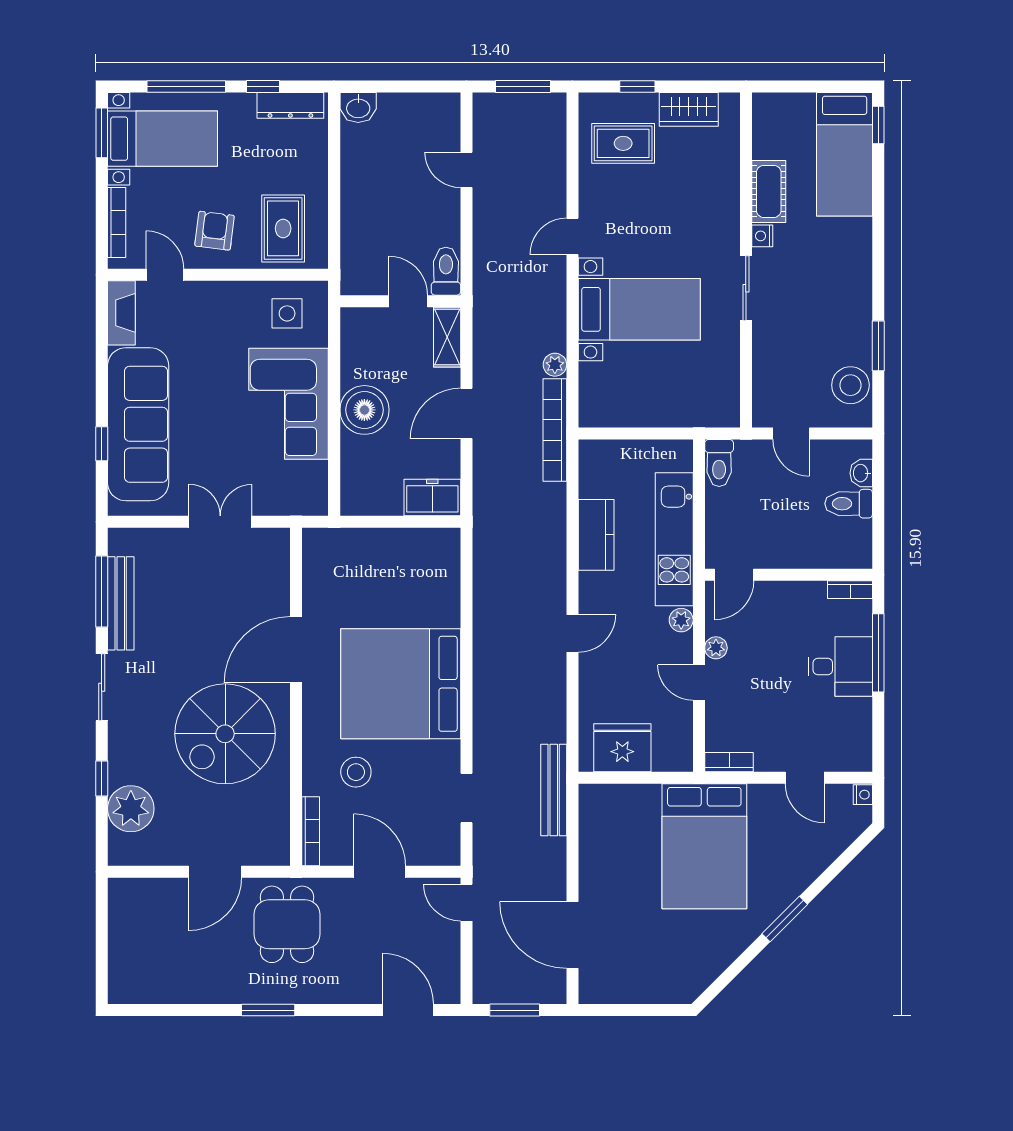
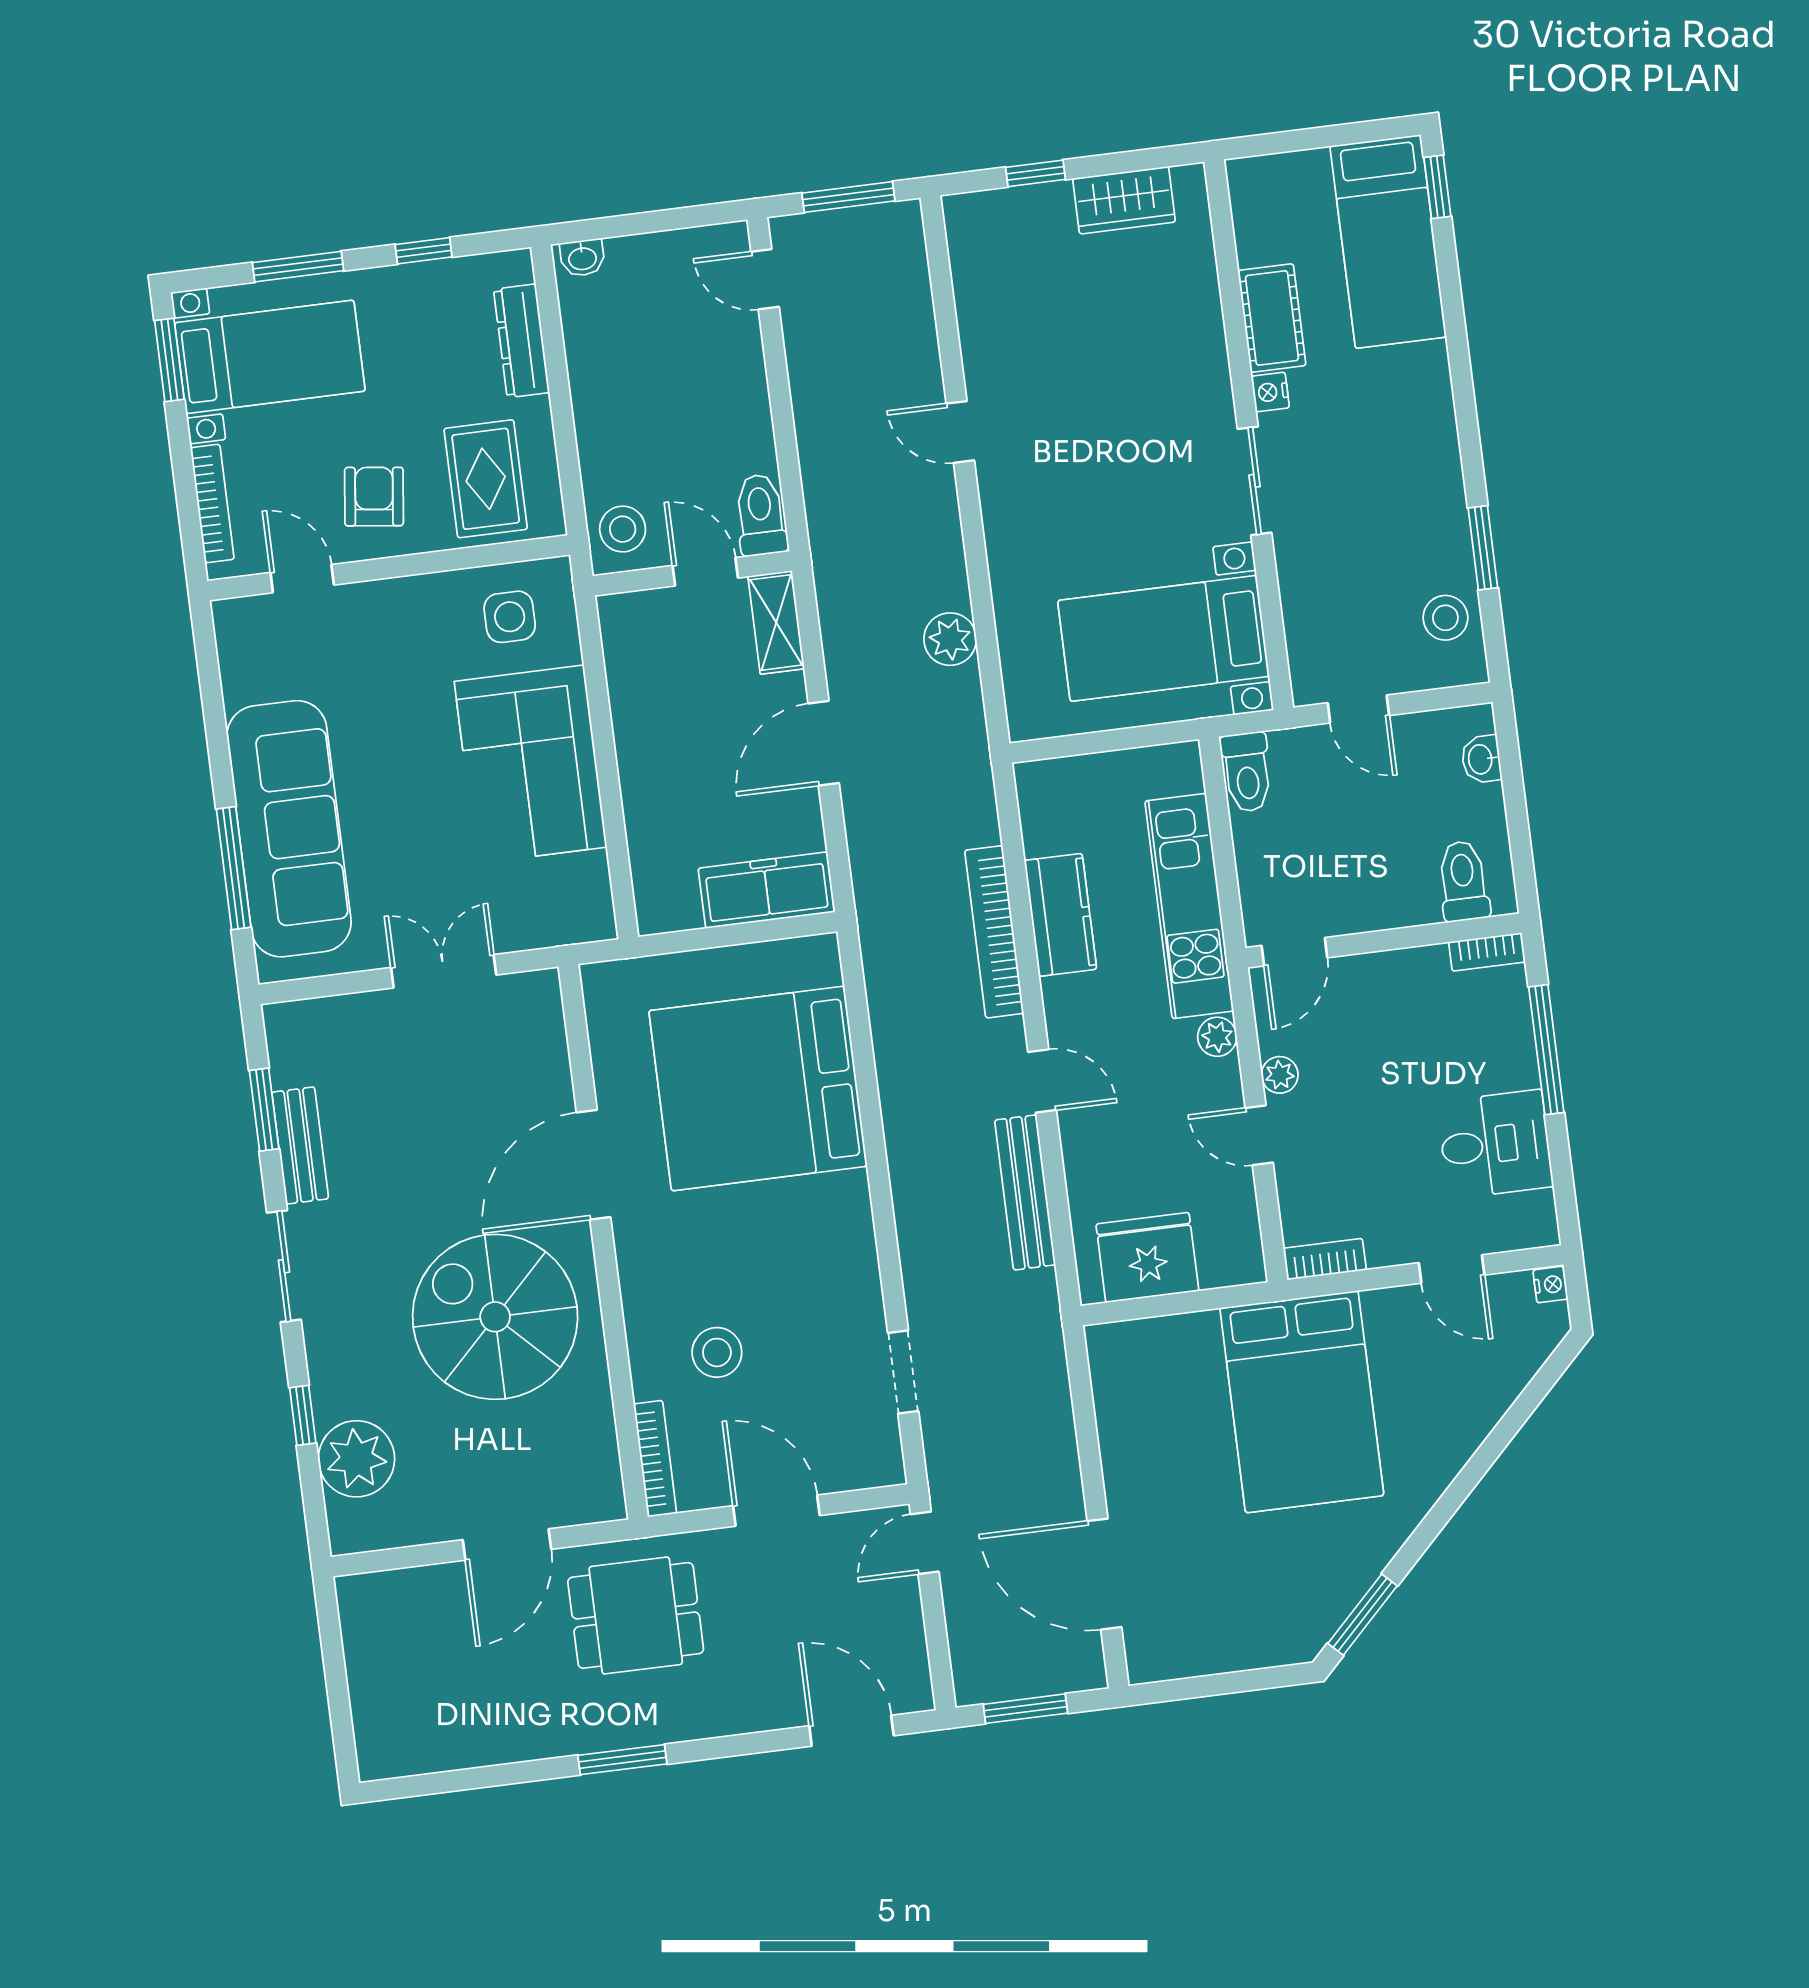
window: (186, 86) -> (298, 267), width x0.69
dresser: (290, 105) -> (522, 341), moved, turned 90
washbasin: (358, 107) -> (582, 258), width x0.72, depth x0.69
rug: (623, 143) -> (1024, 269), removed
door: (467, 170) -> (765, 279), moved
door: (572, 236) -> (960, 432), hinge flipped
stool: (362, 269) -> (623, 529), added
bed with nightstands: (639, 309) -> (1164, 638), moved, turned 180
fireplace: (121, 313) -> (239, 650), removed
plant: (555, 365) -> (950, 639), width x1.38, depth x1.38
stool: (850, 385) -> (1445, 618), width x0.73, depth x0.73
boiler: (364, 410) -> (656, 759), removed
bookcase: (555, 430) -> (994, 932), moved
window: (102, 444) -> (234, 868), width x2.17
freezer: (432, 497) -> (767, 890), width x1.40
toilet: (849, 504) -> (1463, 881), moved, turned 90
window: (102, 591) -> (264, 1110), width x0.69
bench: (121, 603) -> (300, 1145), width x0.73
door: (572, 633) -> (1042, 1081), hinge flipped
desk: (840, 666) -> (1495, 1144), moved
bed: (401, 684) -> (758, 1088), moved
spiral stairs: (225, 734) -> (495, 1317), turned 90
bench: (554, 790) -> (1025, 1192), moved
door: (467, 903) -> (925, 1543), hinge flipped
window: (785, 919) -> (1362, 1615), moved
dining table: (287, 924) -> (636, 1615), turned 90

